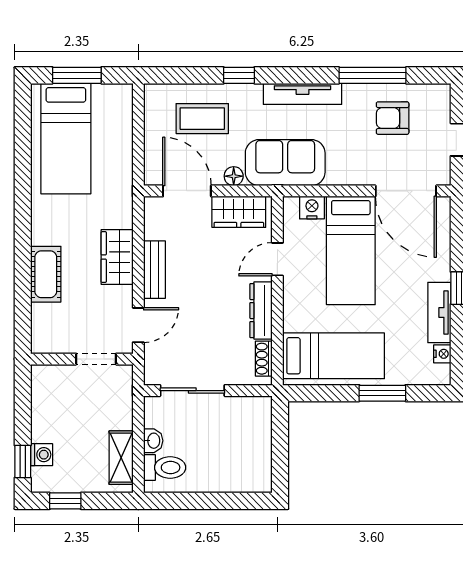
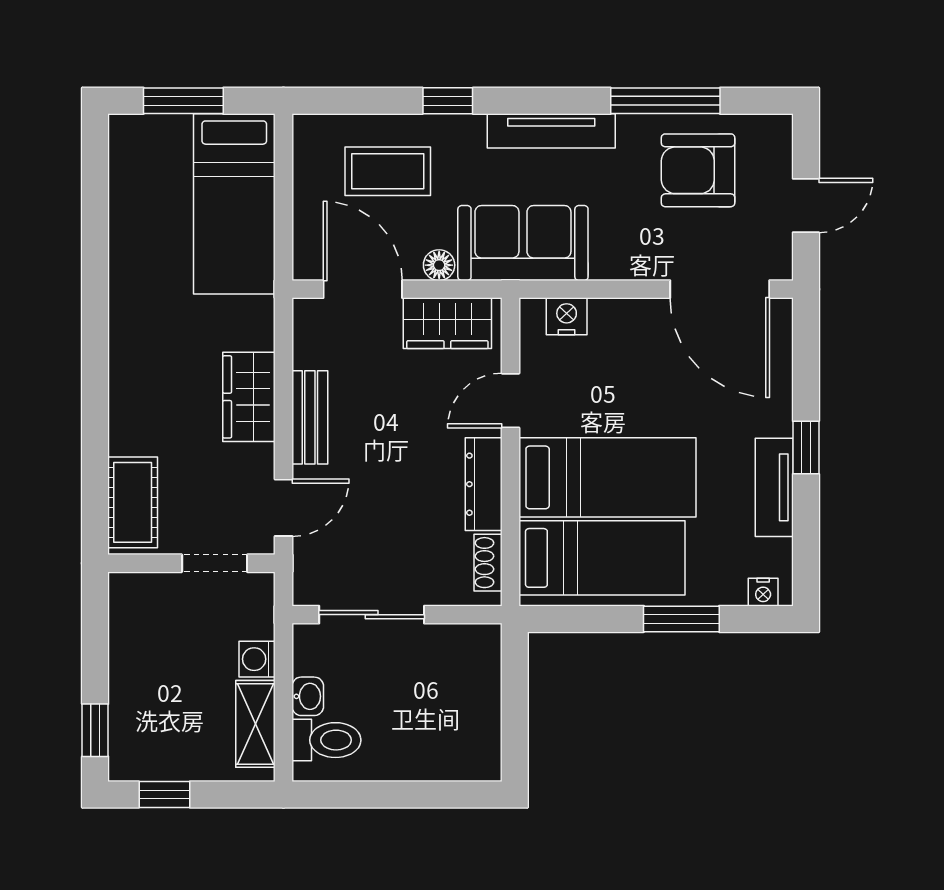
armchair: (393, 118) -> (698, 170), width x1.38, depth x1.38
bed: (66, 139) -> (234, 204), moved
bed: (351, 250) -> (607, 477), moved, turned -90
cot: (46, 274) -> (133, 502), moved
nightstand: (442, 354) -> (763, 592), moved, turned 90
washing machine: (42, 455) -> (257, 659), moved, turned 180

